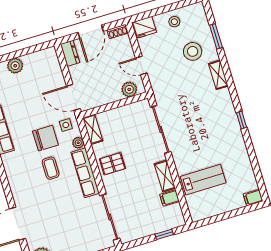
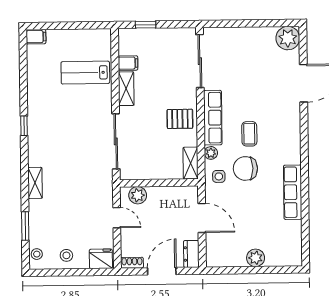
stool: (193, 51) -> (37, 254), moved, width x0.53, depth x0.53
door: (73, 97) -> (202, 218), moved

